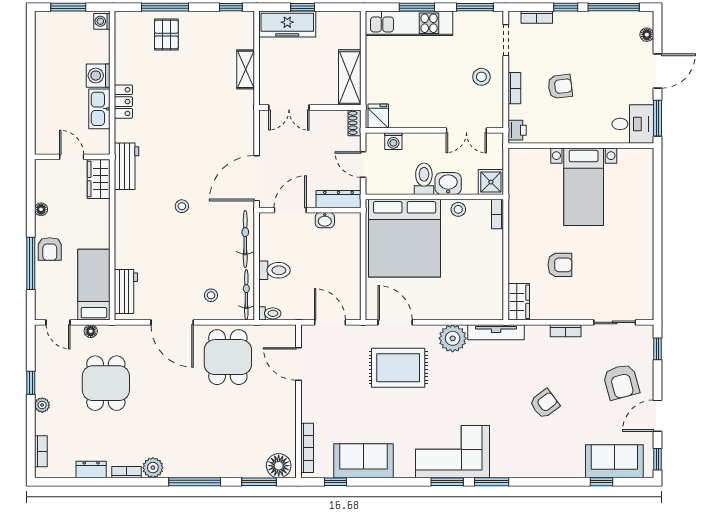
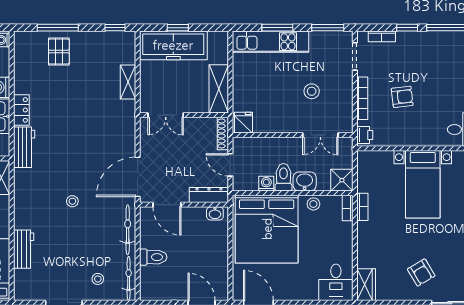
freezer: (287, 24) -> (173, 45), width x1.36, depth x1.26
stool: (481, 77) -> (312, 91), moved
bookcase: (514, 88) -> (362, 98), width x1.56
shoe rack: (354, 123) -> (223, 133), width x1.43
washing machine: (393, 141) -> (266, 184), moved, turned 180
workbench: (127, 166) -> (24, 147), moved
door: (290, 210) -> (167, 205), swing flipped
bookcase: (514, 213) -> (362, 207), added
washbasin: (325, 220) -> (215, 213), moved
armchair: (560, 265) -> (421, 273), moved, turned 59
workbench: (126, 291) -> (24, 249), moved
desk: (484, 299) -> (336, 282), added
toilet: (270, 313) -> (149, 295), removed

